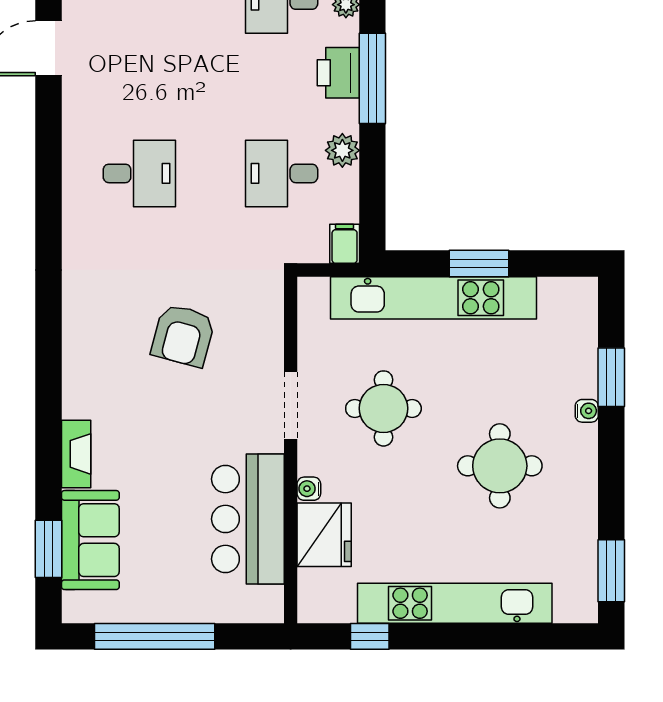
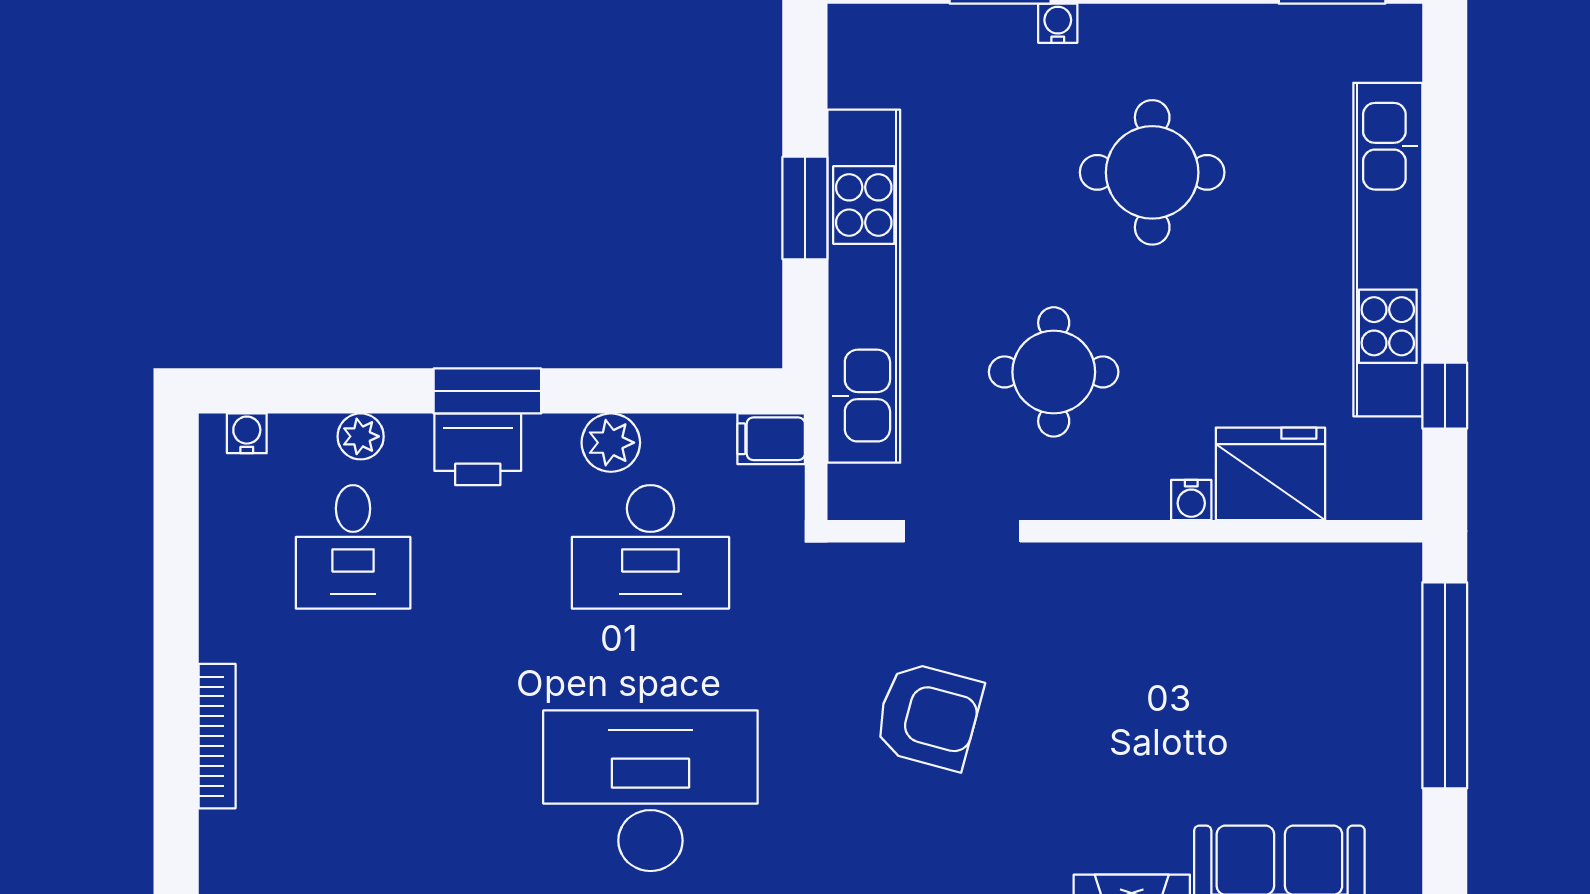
window: (372, 78) -> (487, 391), width x0.69
desk: (139, 173) -> (650, 791), width x1.87, depth x1.30
desk: (282, 173) -> (650, 547), width x1.37
doorway: (291, 405) -> (962, 531), moved
bar counter: (248, 519) -> (1243, 605), removed
window: (155, 636) -> (1445, 685), moved

